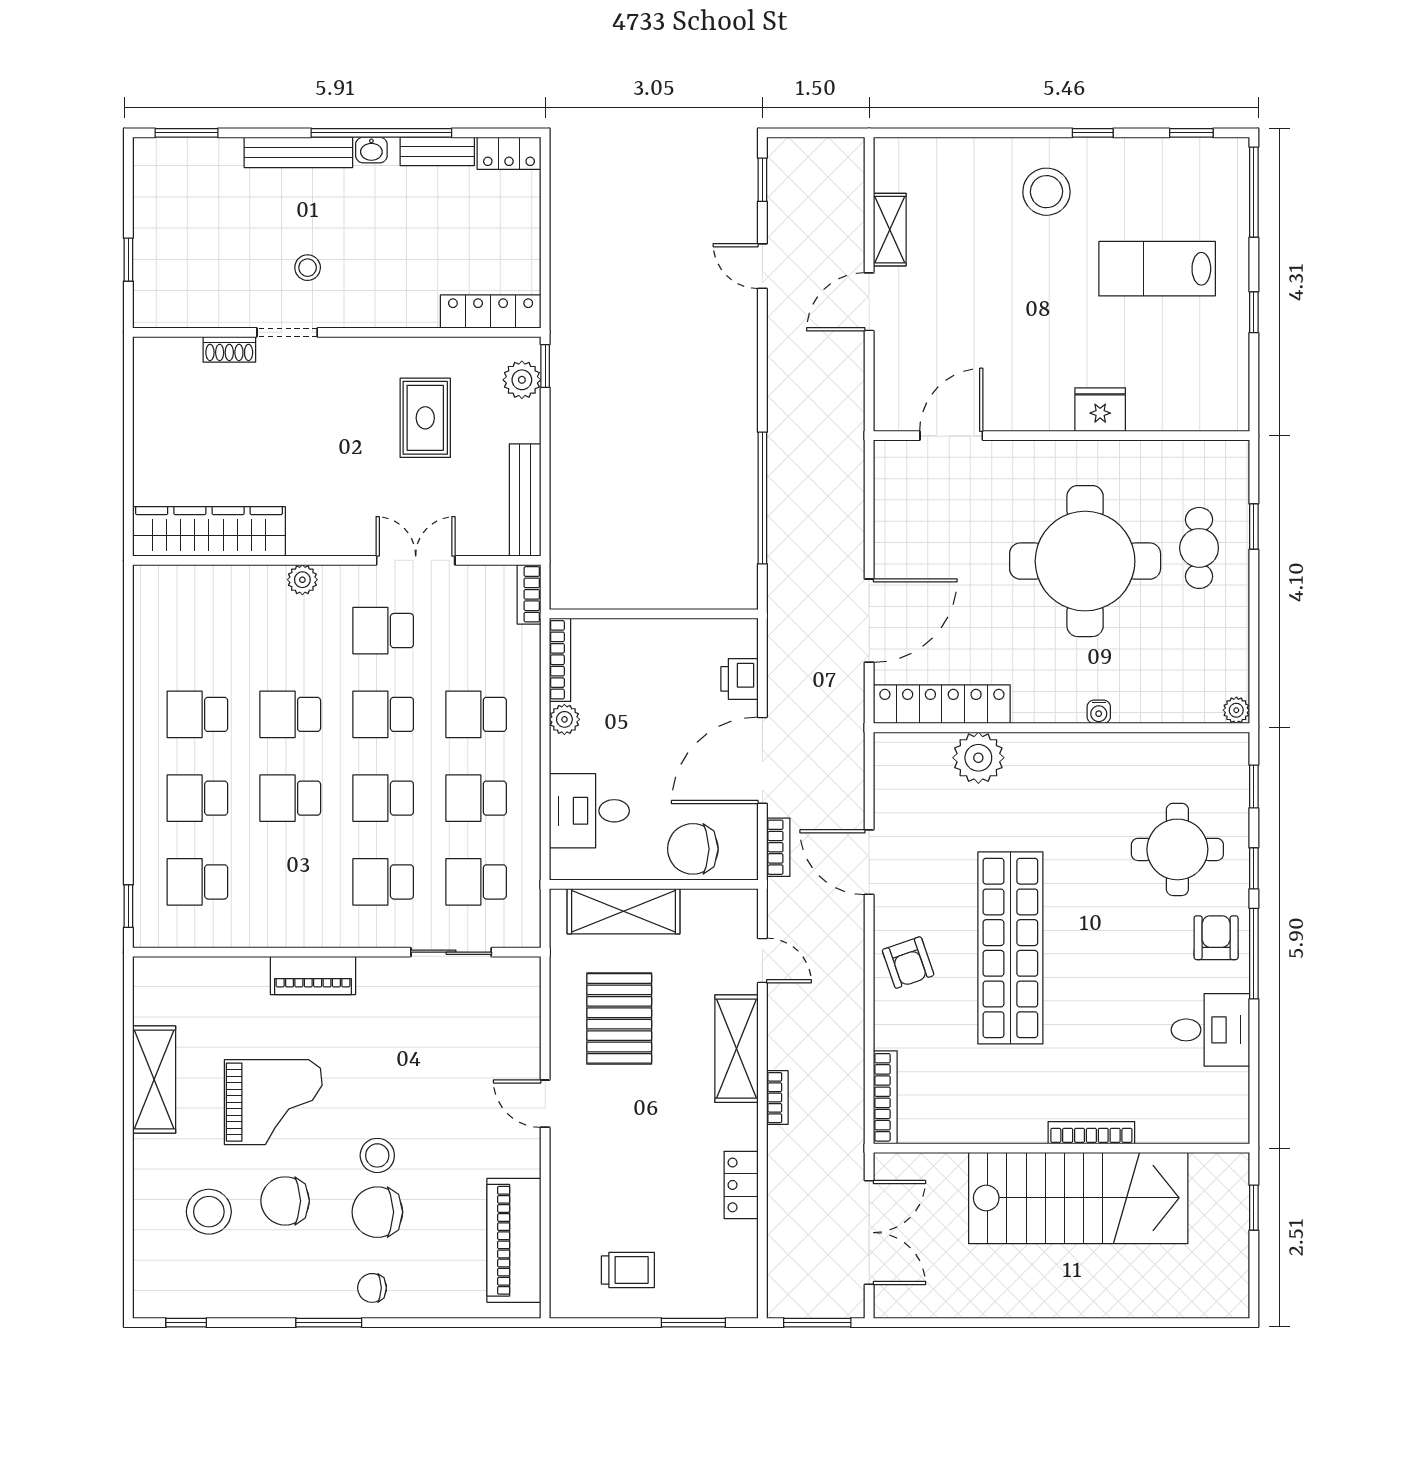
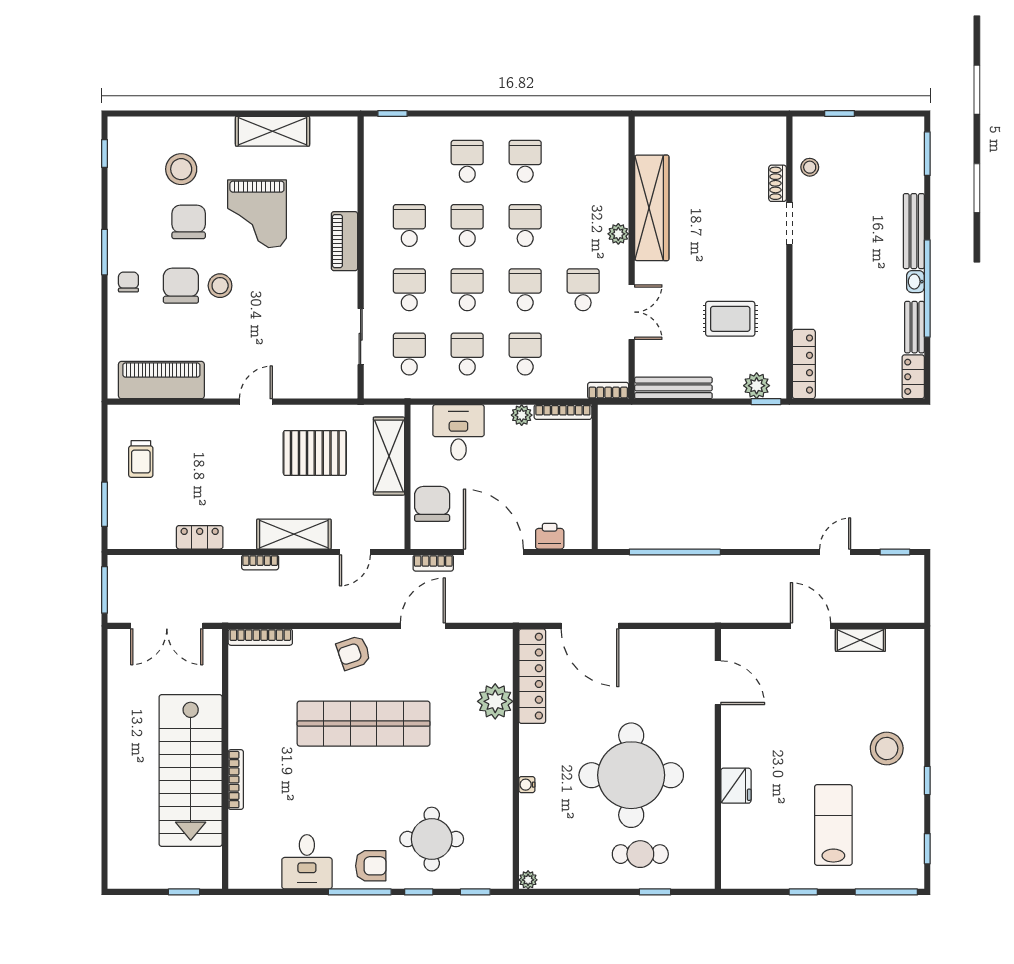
stool: (308, 268) -> (810, 167), moved
wardrobe: (209, 531) -> (652, 208), moved
school desk: (197, 882) -> (409, 225), moved

